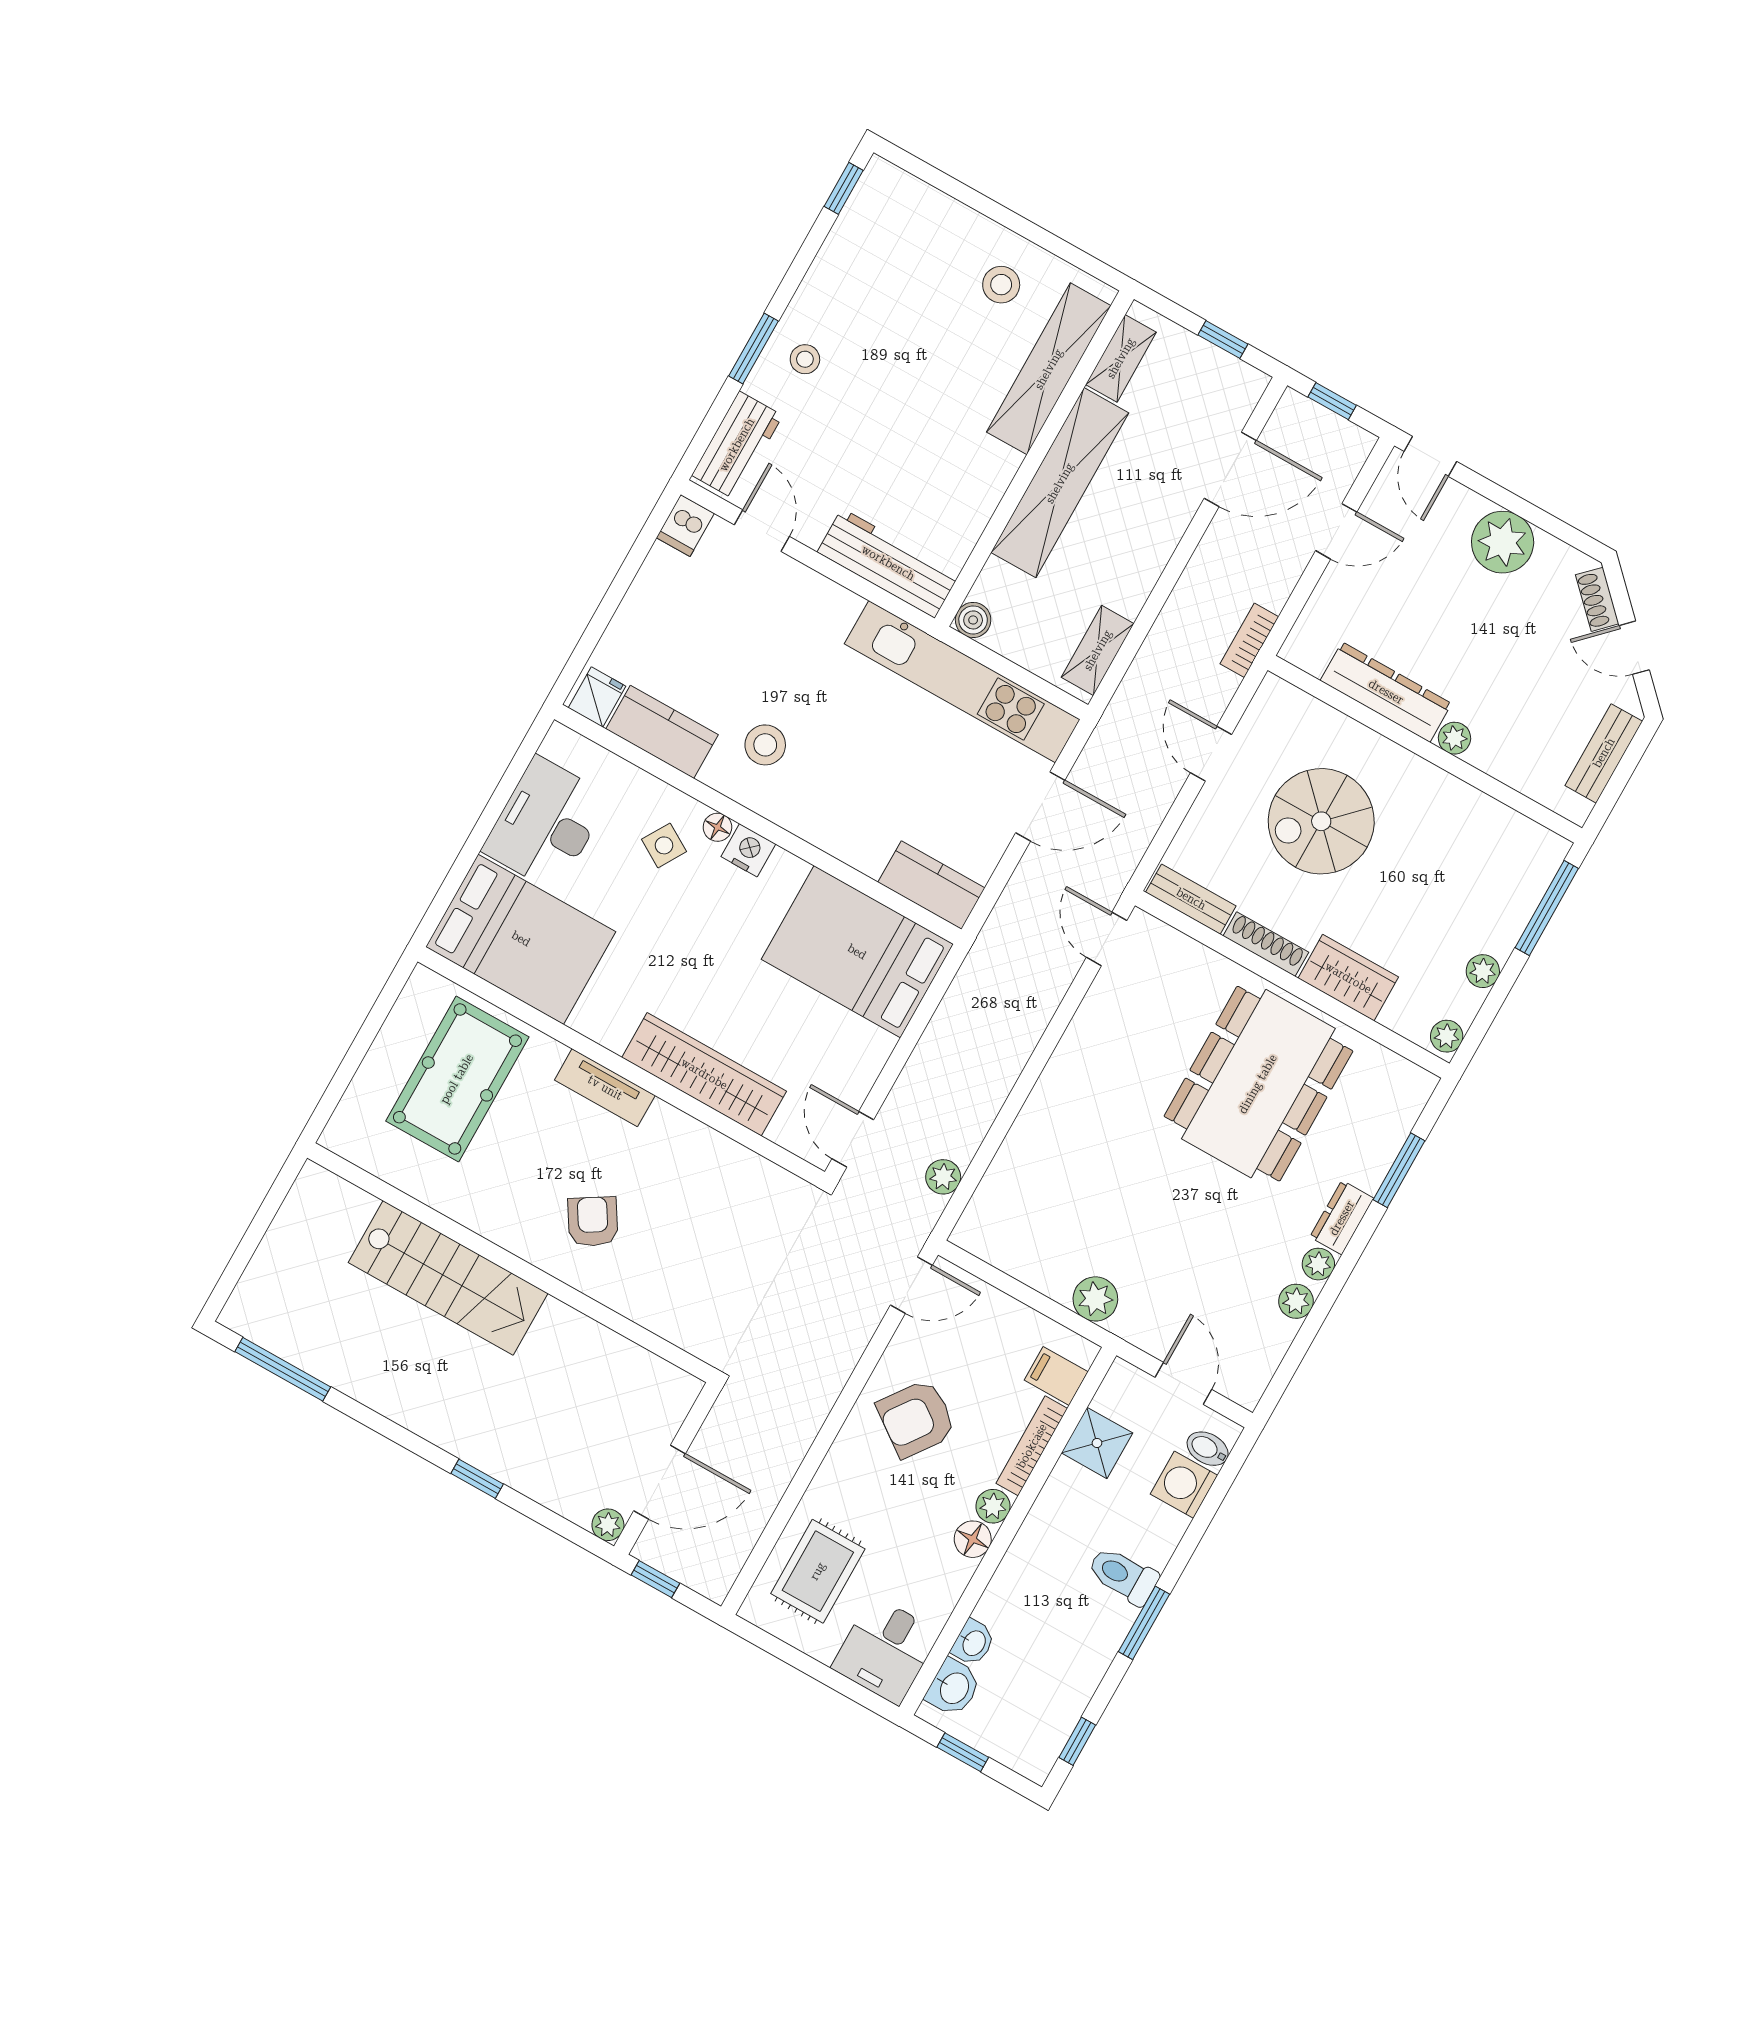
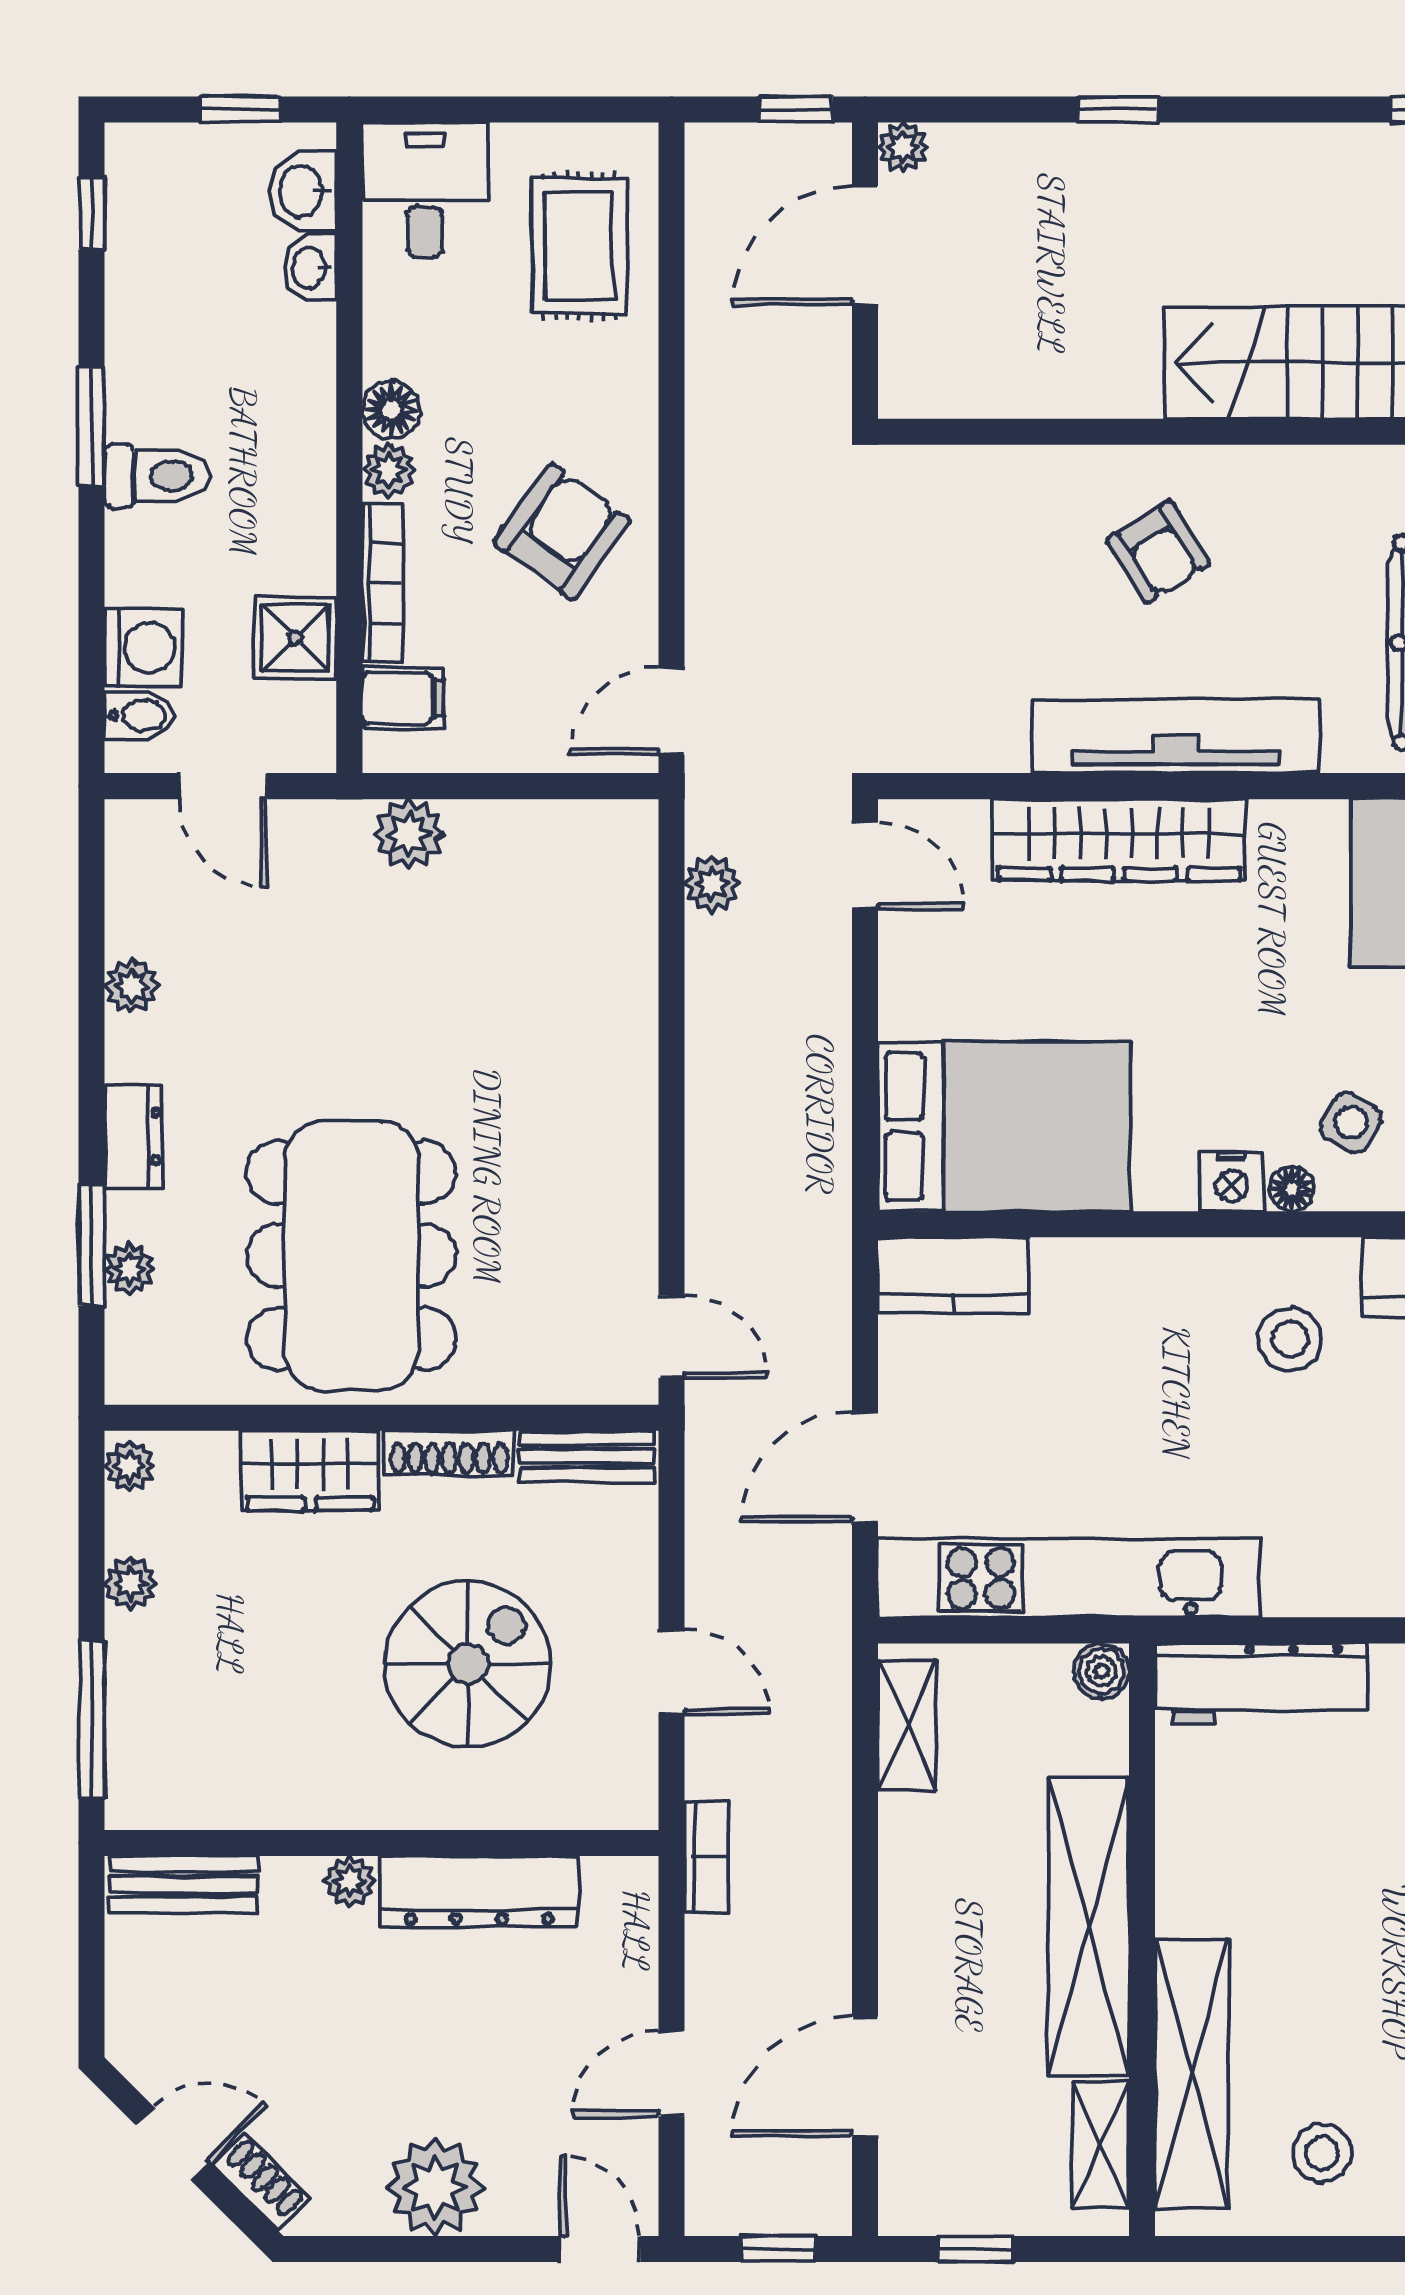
bench: (1604, 753) -> (183, 1884), moved, turned 90
tv unit: (605, 1088) -> (1176, 736), width x1.92, depth x1.29
plant: (1318, 1264) -> (130, 1269), moved

